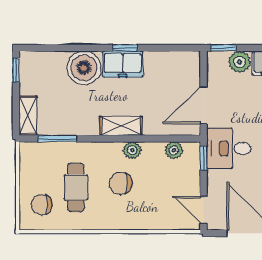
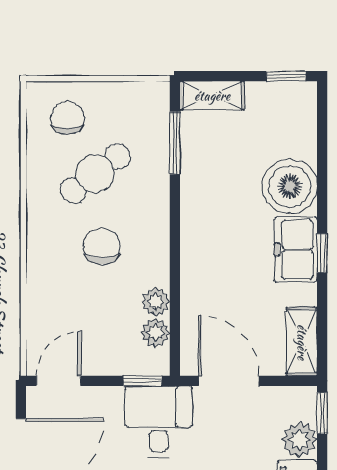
shelving: (121, 126) -> (302, 342), moved
plant: (132, 150) -> (156, 302), moved
cafe table: (76, 187) -> (95, 174), turned -38

